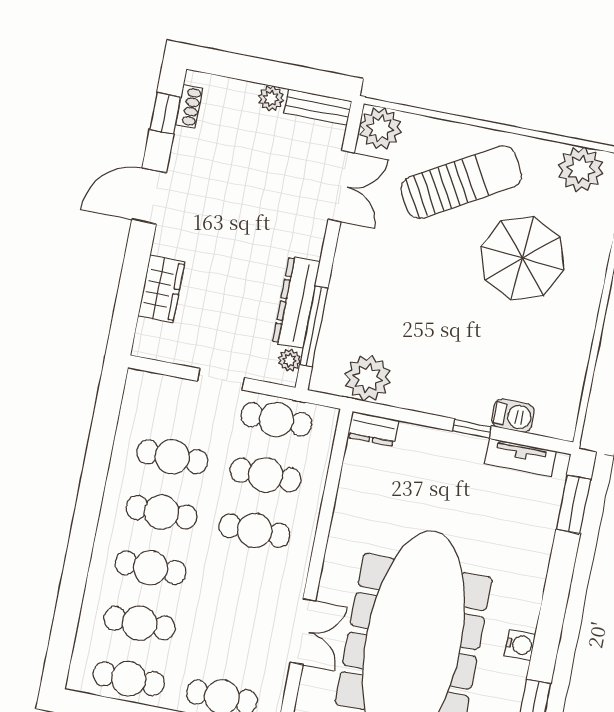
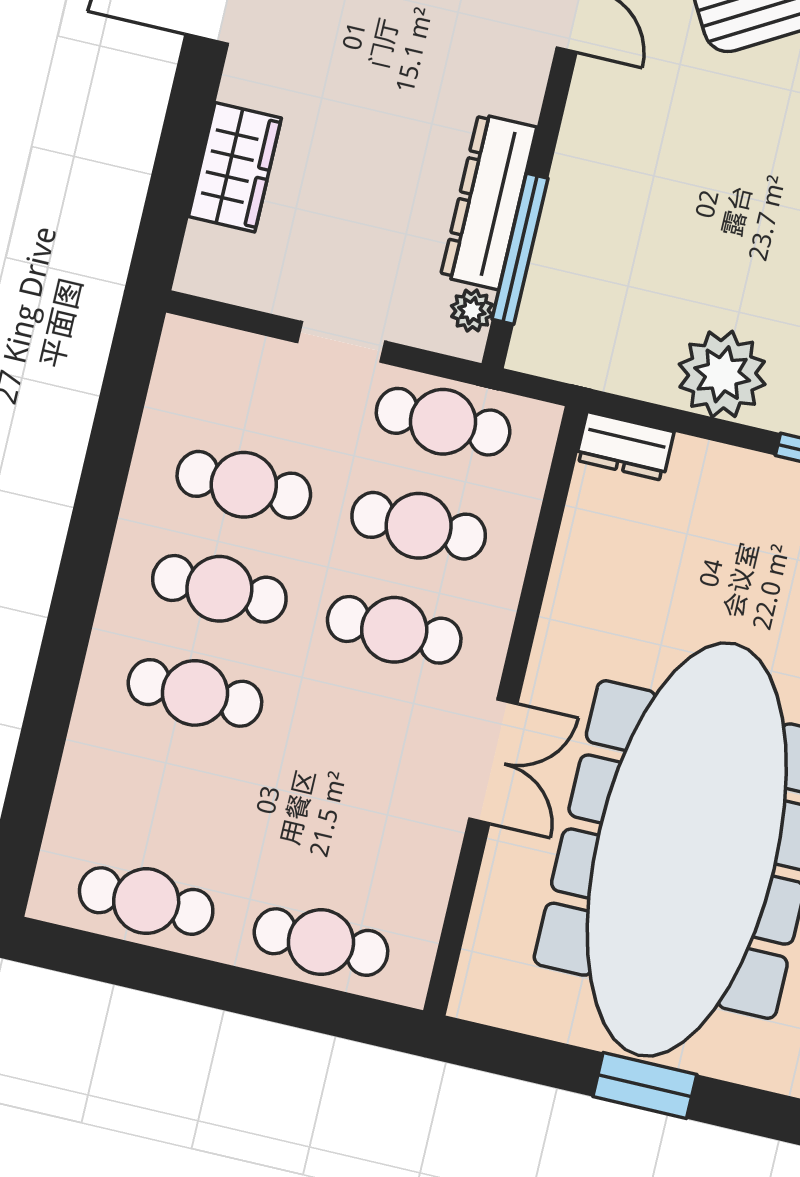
plant: (368, 378) -> (722, 374), moved
cafe table: (140, 623) -> (171, 797), removed
double door: (303, 632) -> (493, 761), moved

